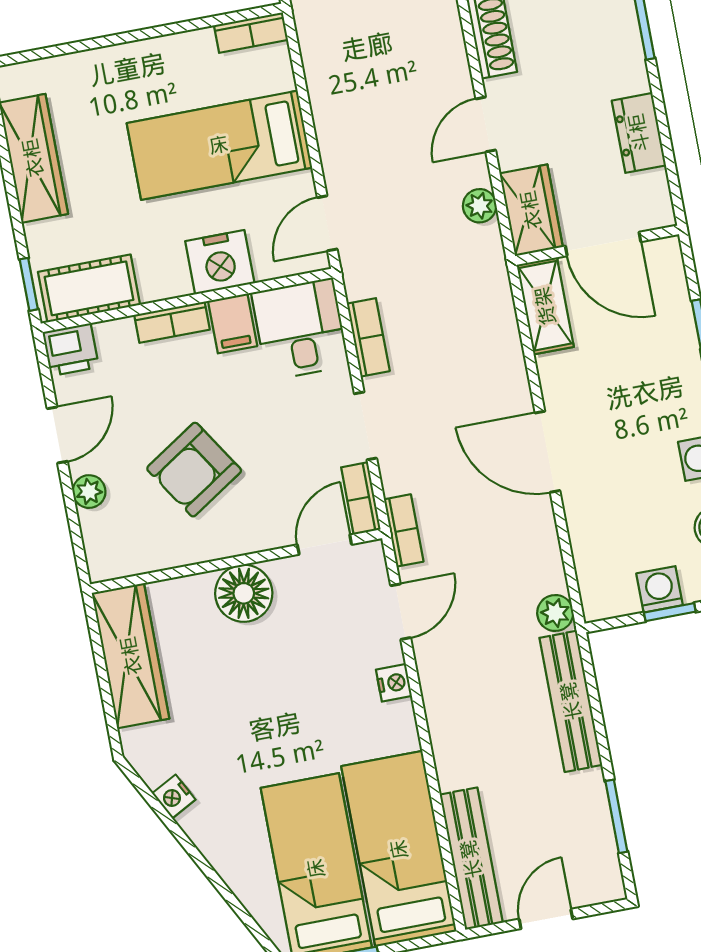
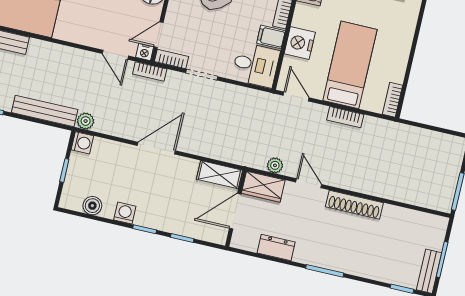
bookcase: (368, 337) -> (345, 117), moved
door: (324, 545) -> (159, 35), swing flipped
washing machine: (660, 589) -> (82, 143), moved
nightstand: (394, 683) -> (145, 52), moved

